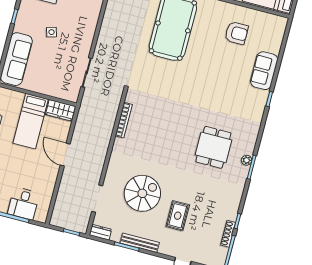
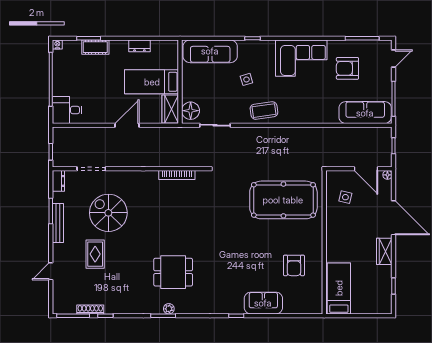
coffee table: (85, 23) -> (264, 111), added
floor lamp: (67, 92) -> (191, 111), added
spiral stairs: (142, 193) -> (108, 213), turned 180
desk: (24, 203) -> (67, 110), moved
rug: (178, 216) -> (95, 254), turned 90

